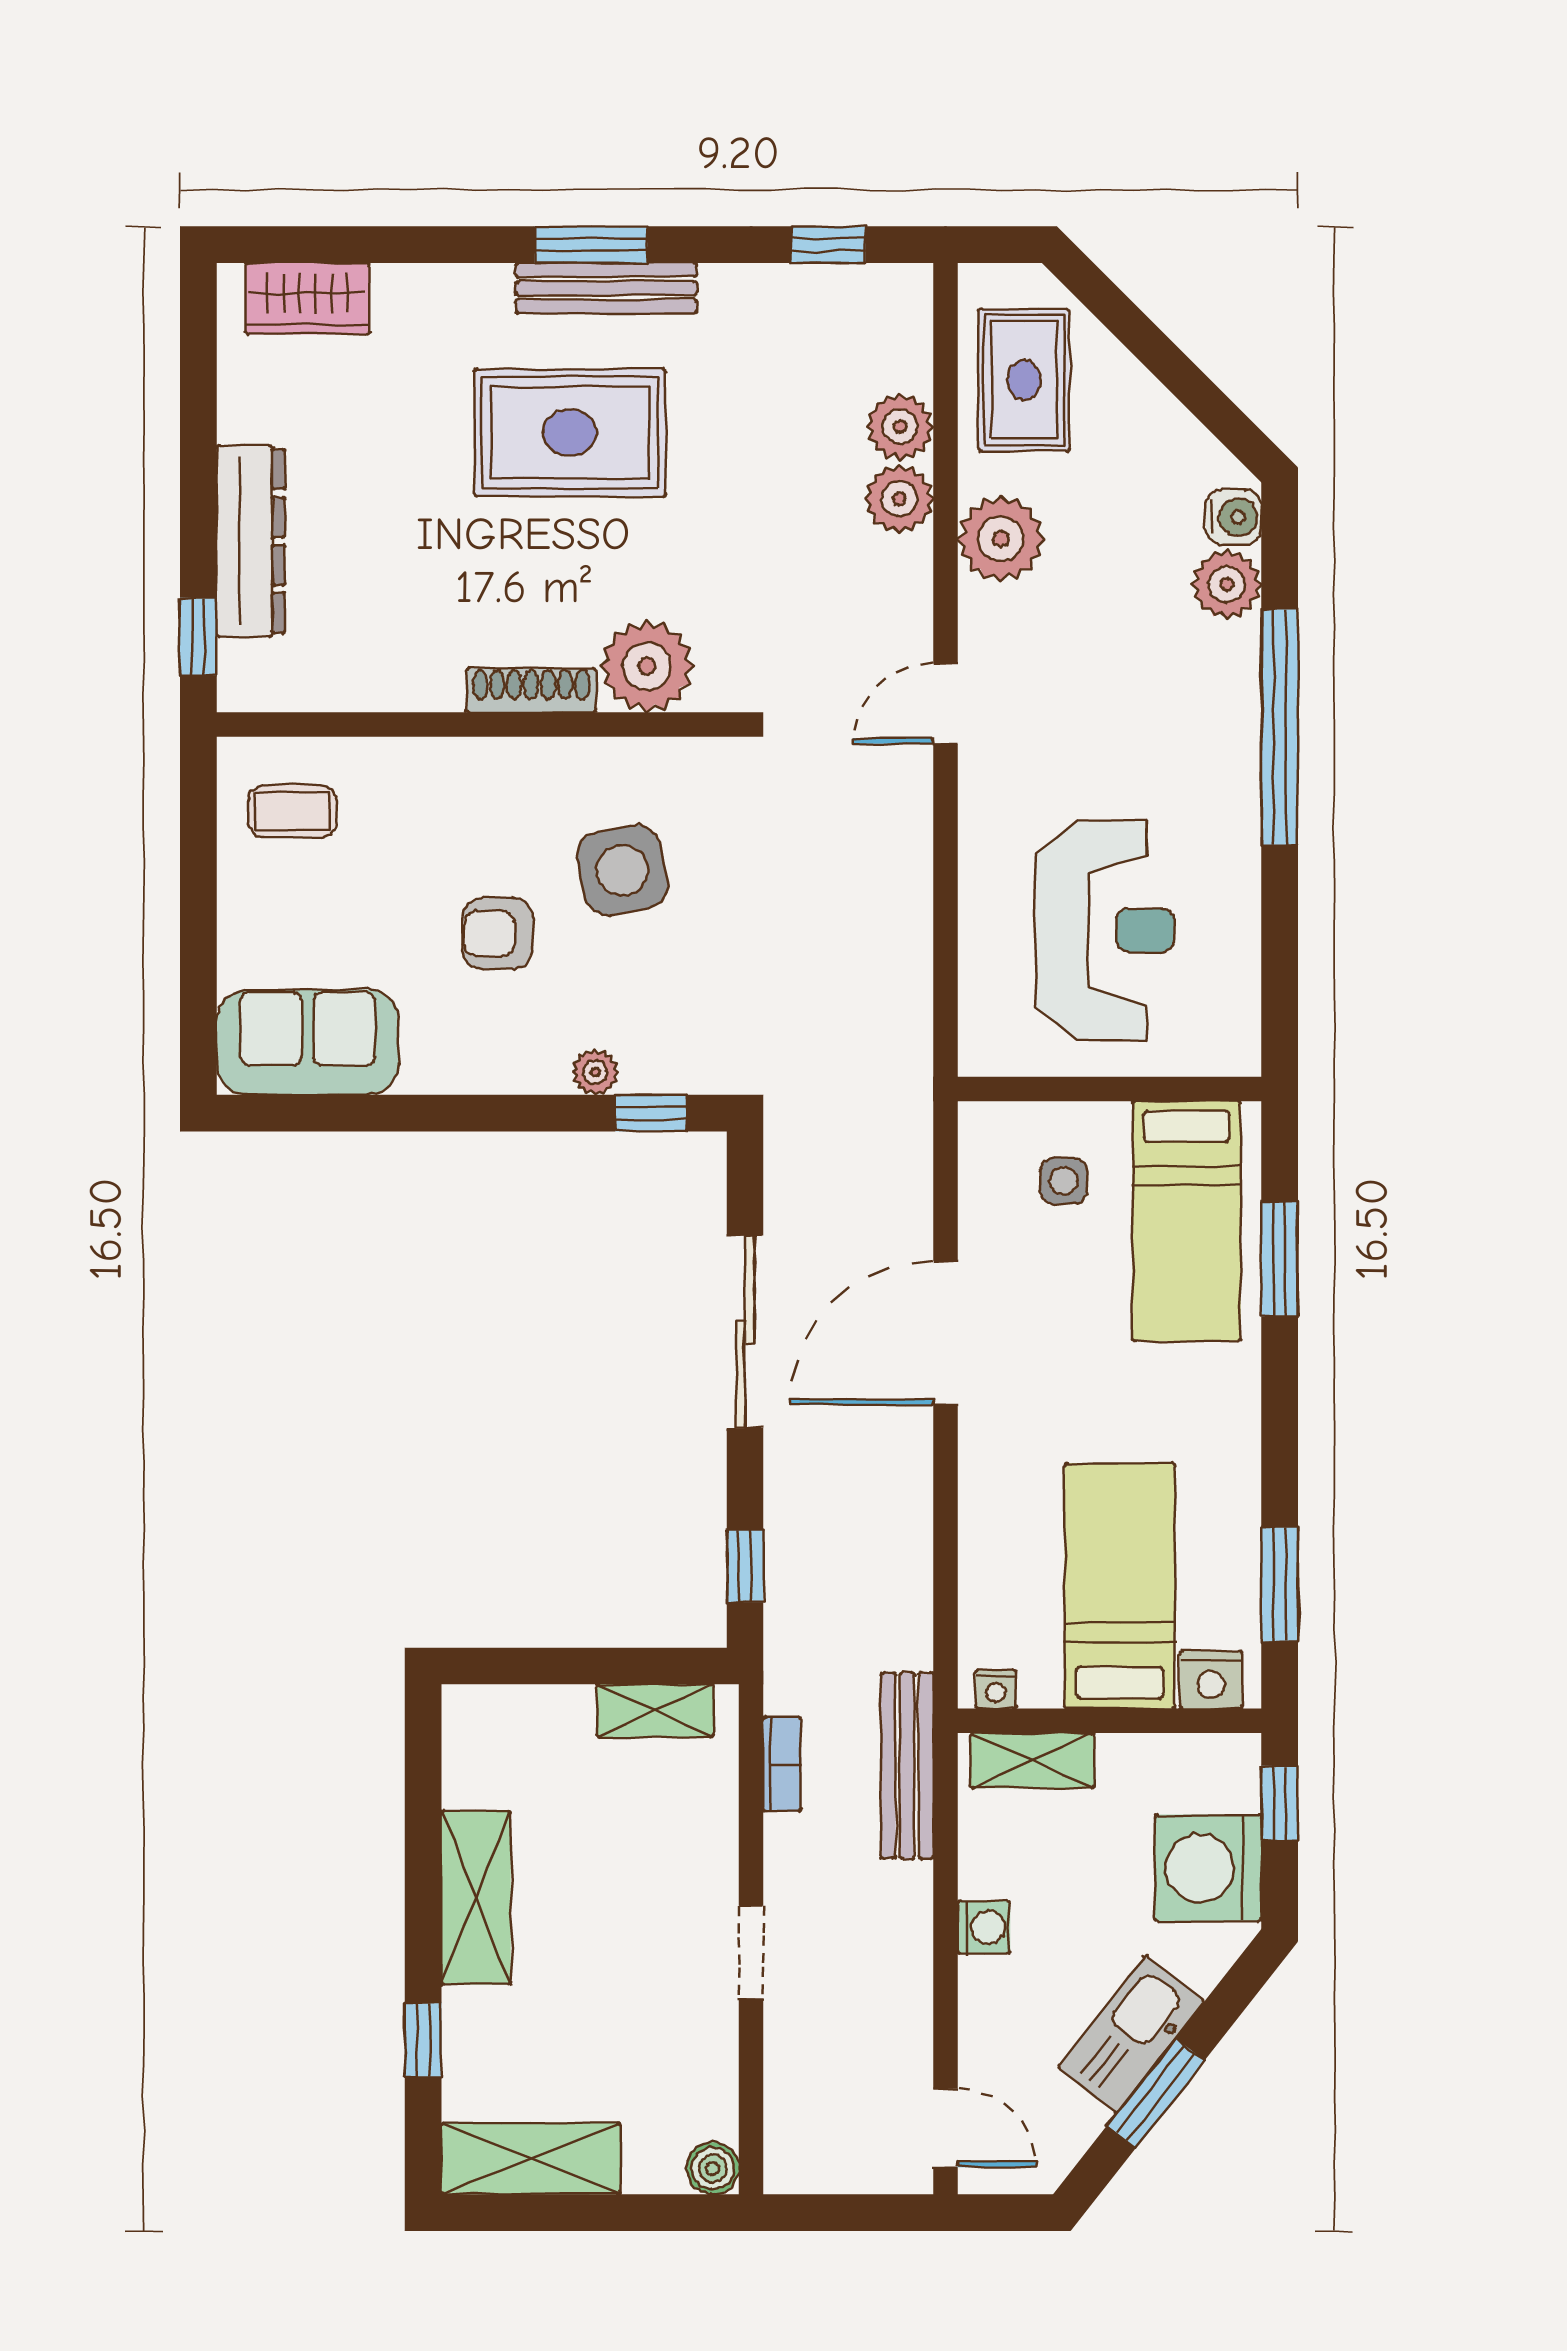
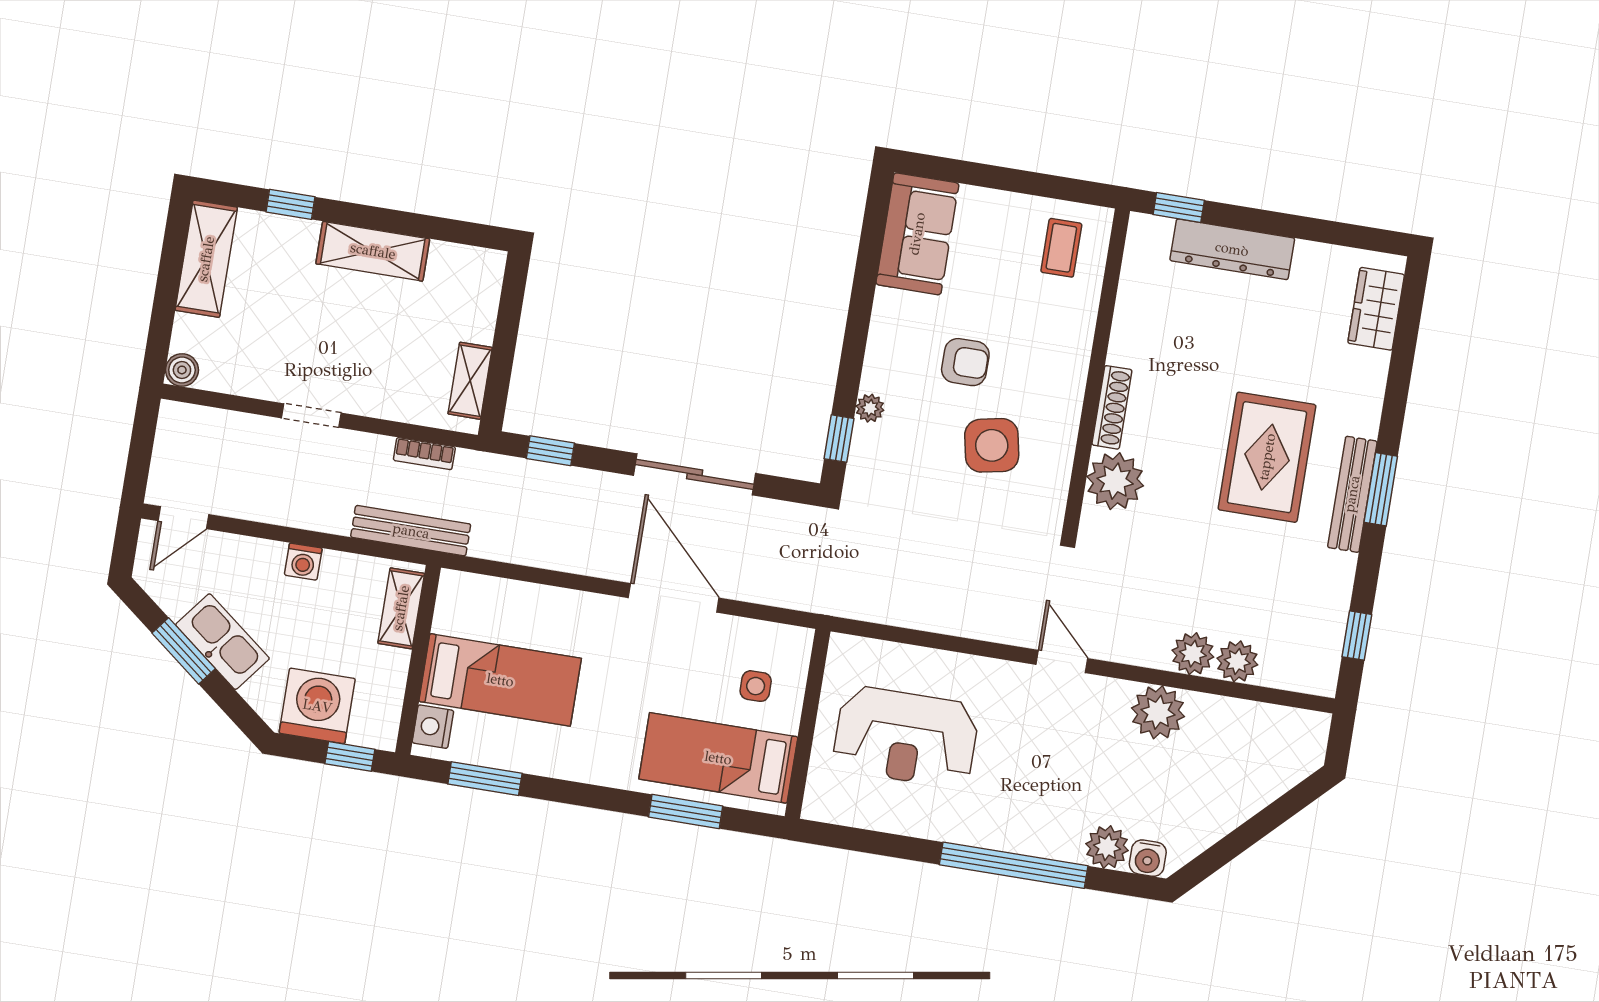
rug: (1024, 380) -> (1254, 743), removed
armchair: (498, 933) -> (965, 362), turned 90
nightstand: (996, 1689) -> (449, 593), removed

